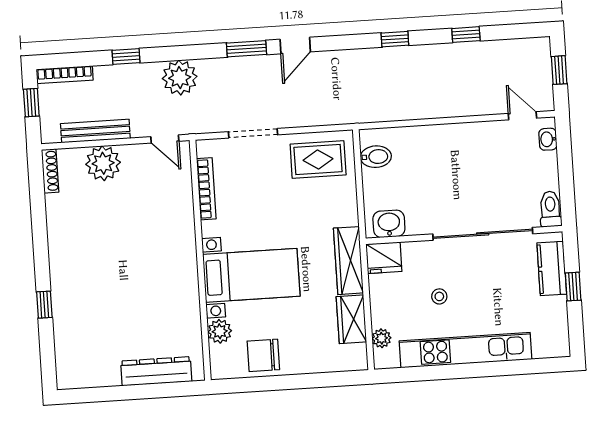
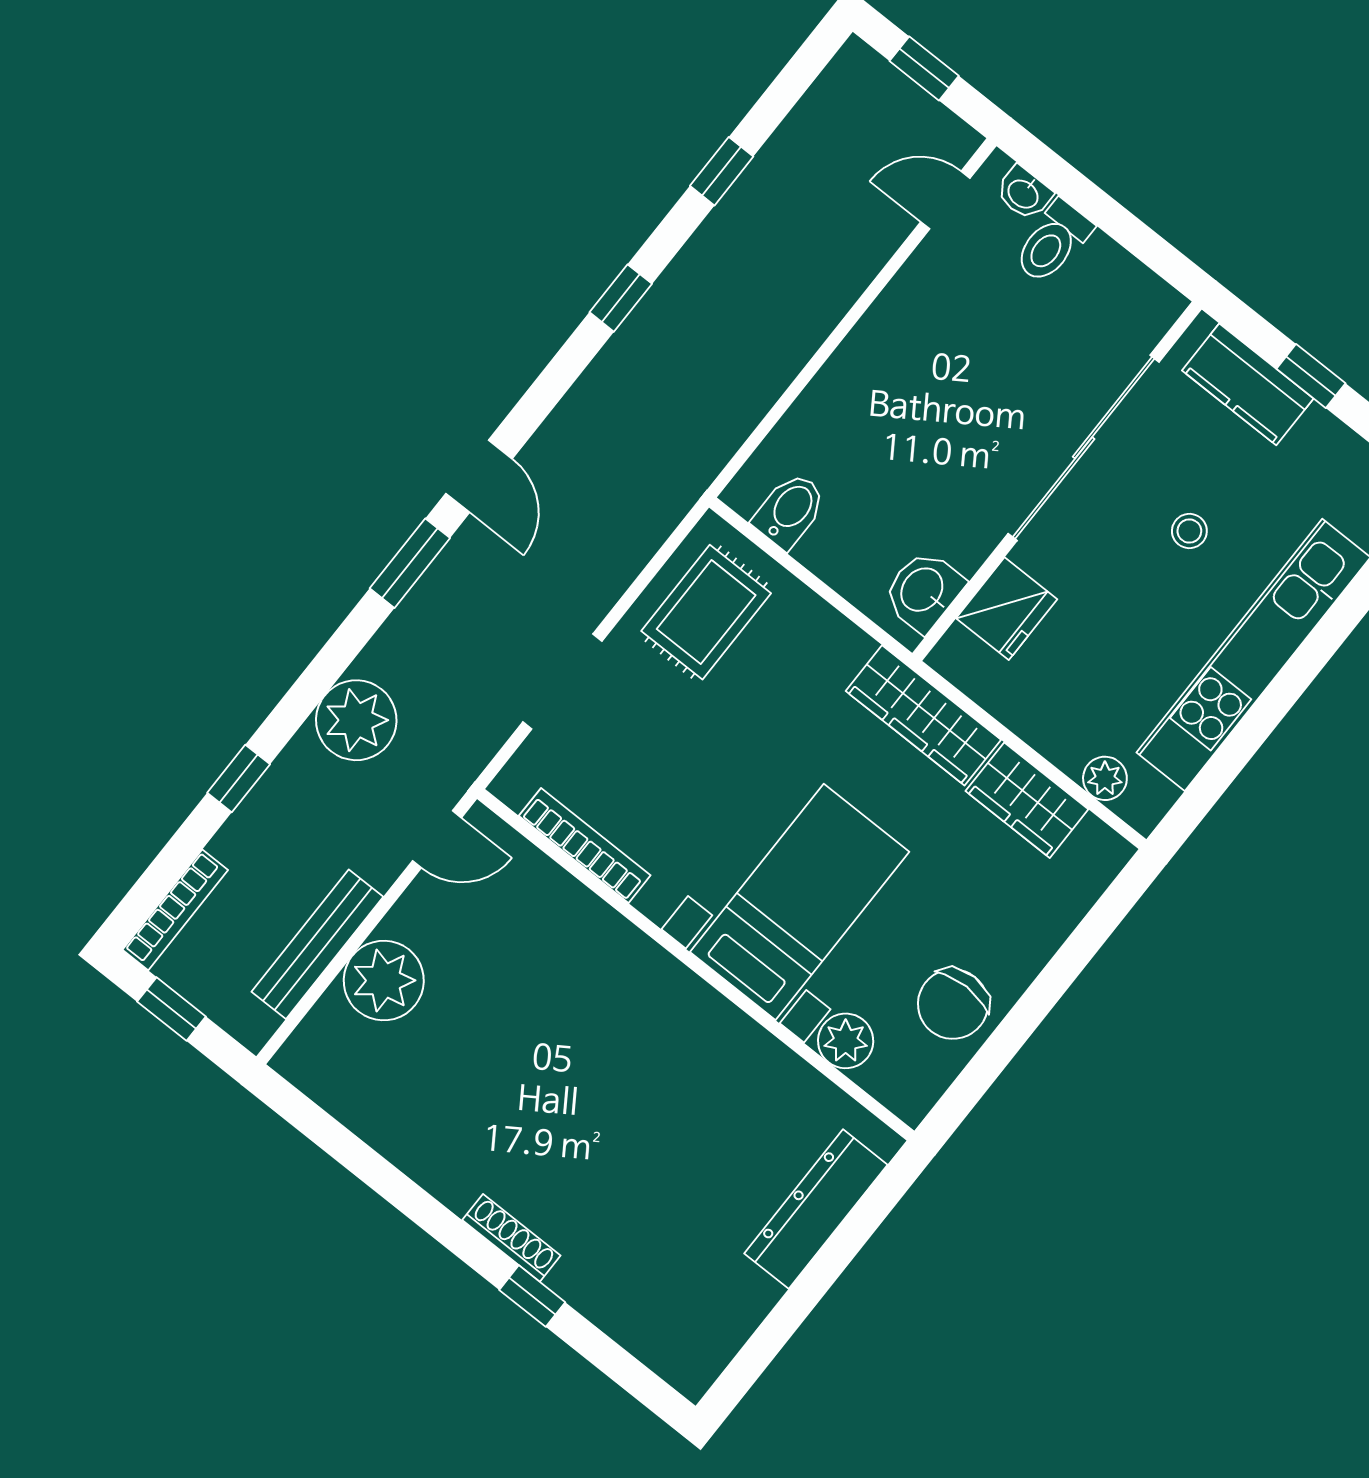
shoe rack: (50, 171) -> (511, 1238), moved
toilet: (550, 209) -> (1053, 242), moved, turned -90
fridge: (384, 258) -> (1007, 609), moved
stool: (439, 296) -> (1189, 531), moved

